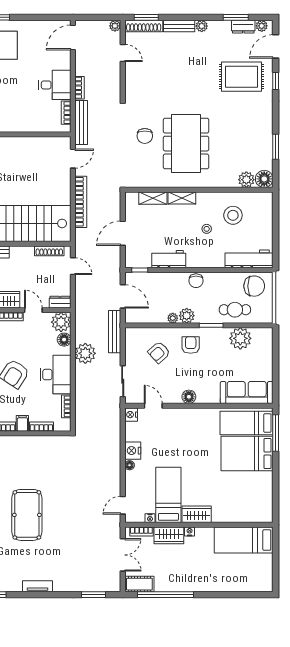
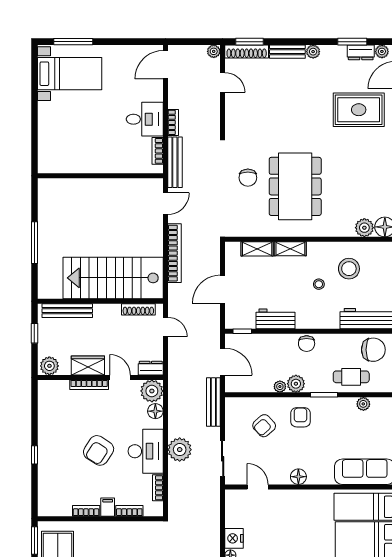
plant: (240, 338) -> (363, 404), width x0.53, depth x0.53
plant: (85, 353) -> (180, 450), moved
nightstand: (131, 415) -> (232, 497), removed

